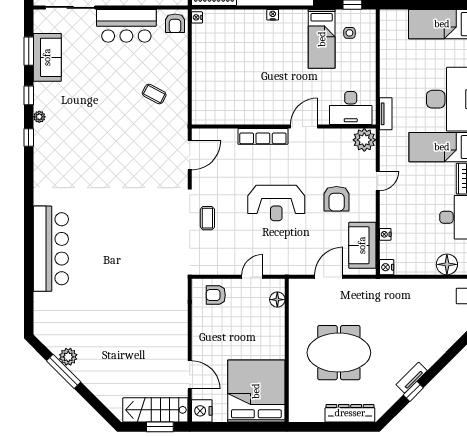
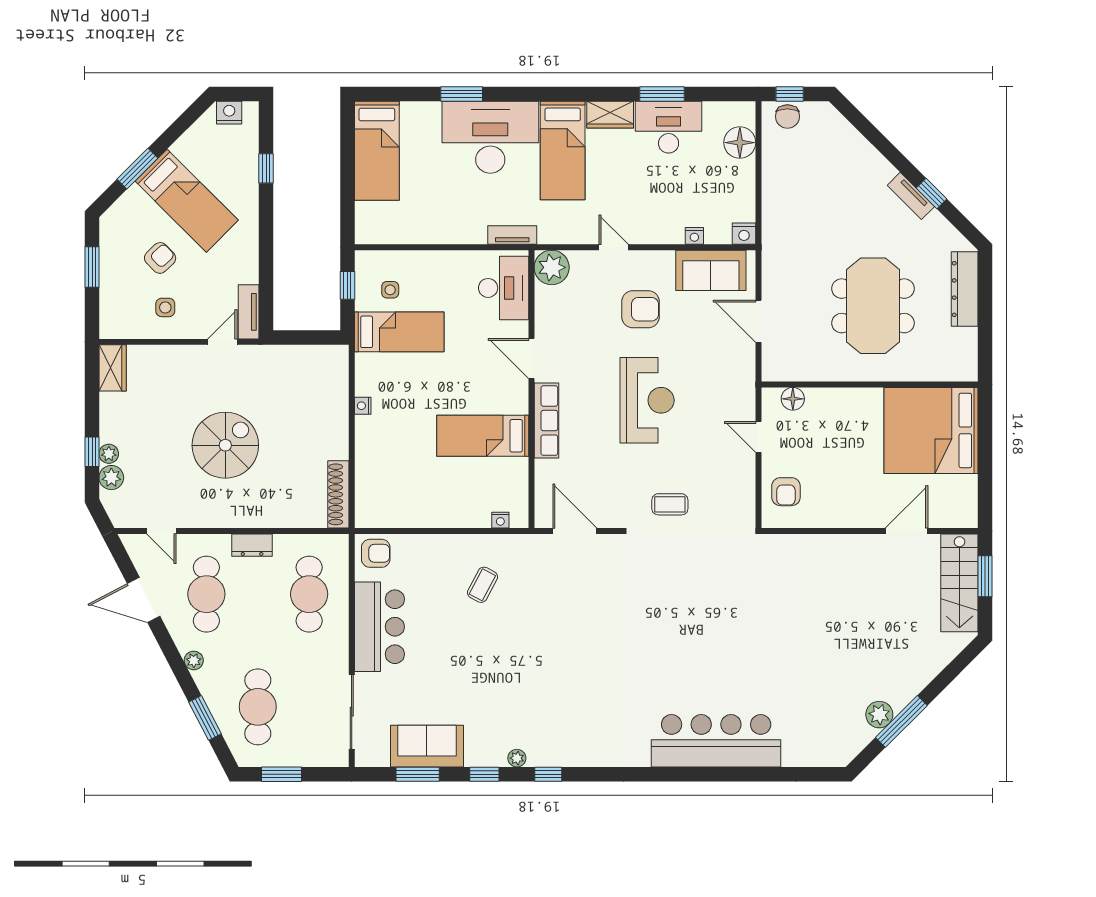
nightstand: (197, 17) -> (500, 520), moved
bed: (253, 94) -> (483, 436), added
nightstand: (202, 411) -> (961, 513), removed

